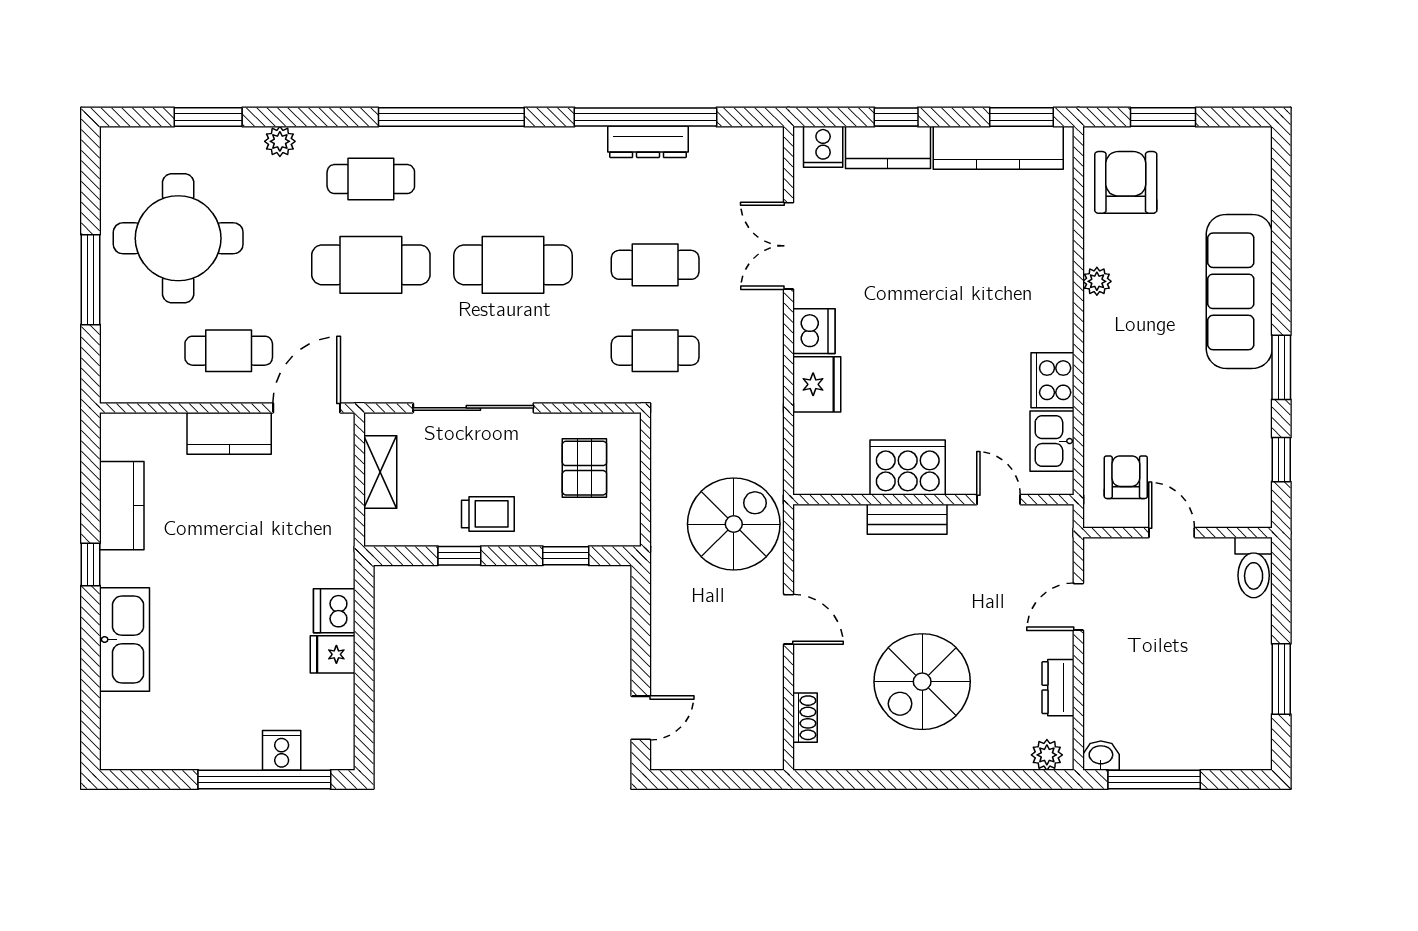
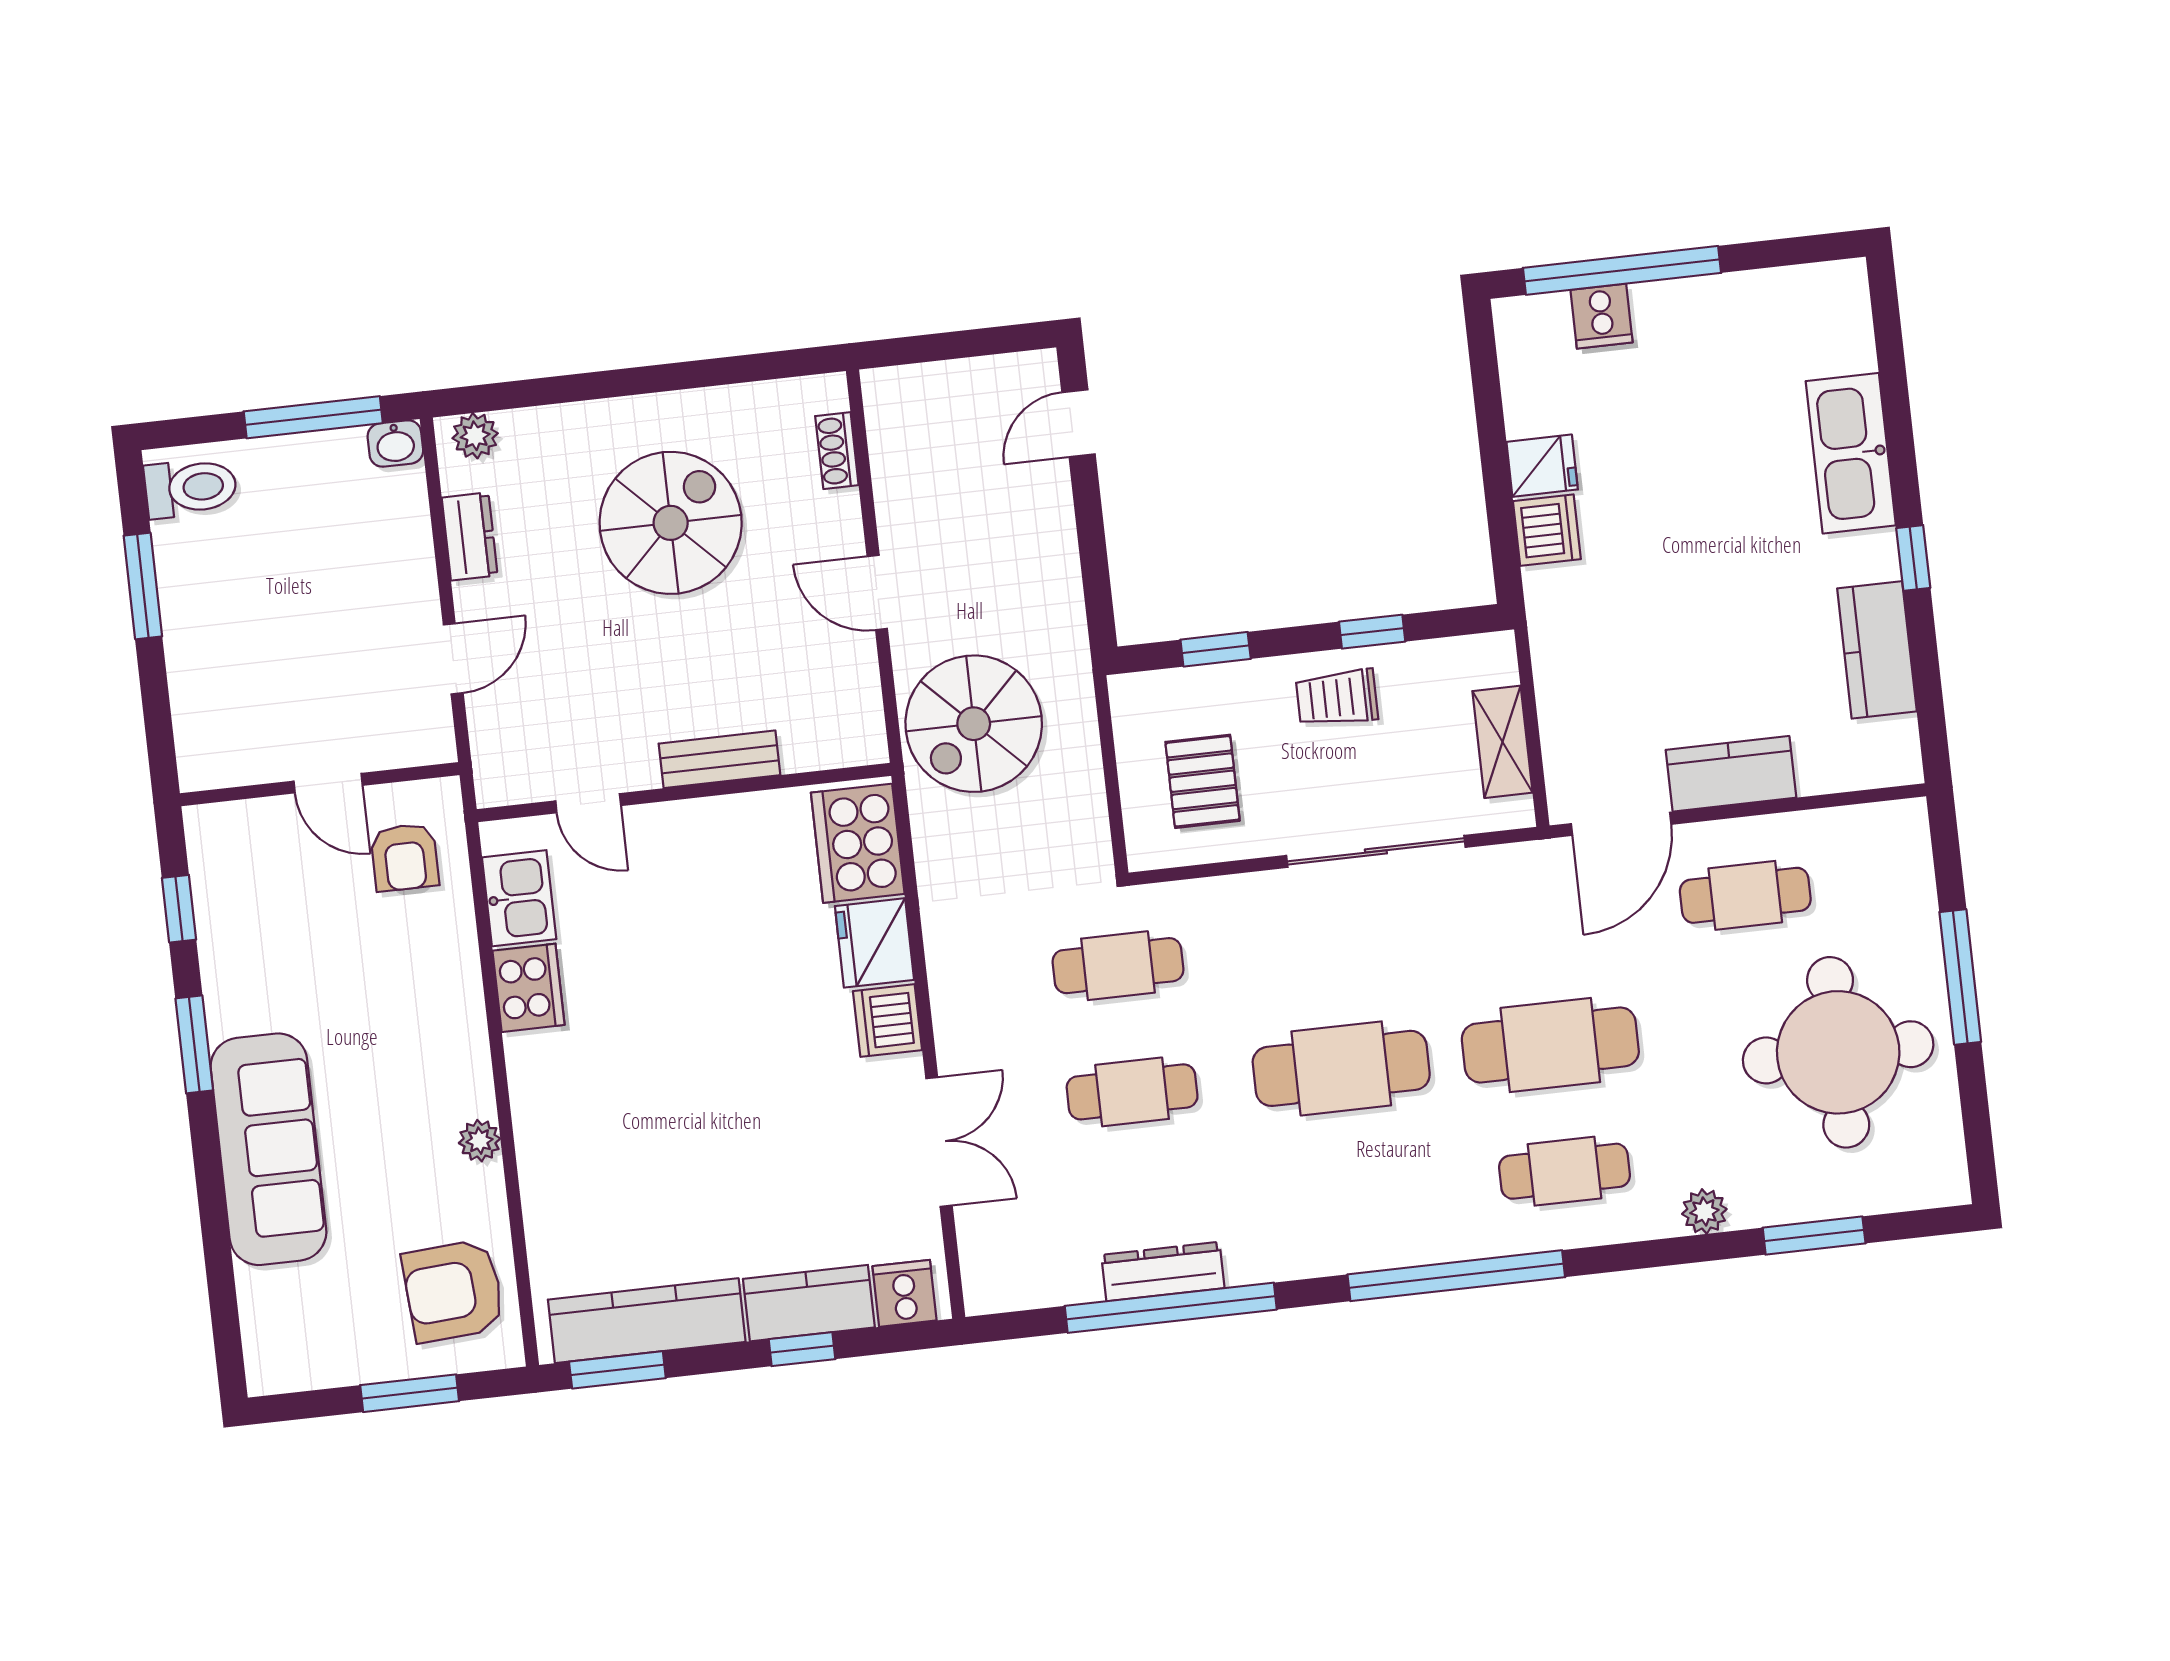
armchair: (1126, 182) -> (453, 1291), turned 86
cooker: (908, 468) -> (858, 843), moved, turned 90
toilet: (1254, 567) -> (191, 488), moved, turned 90

